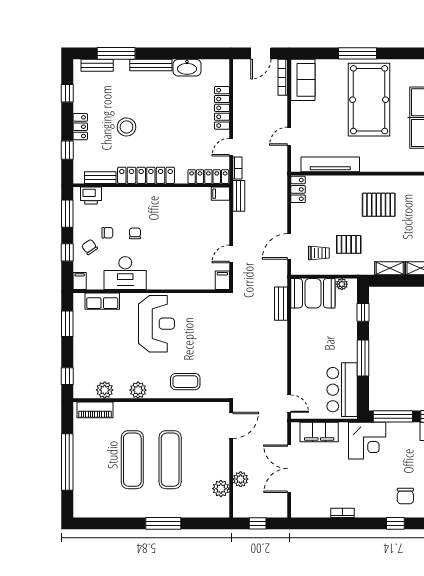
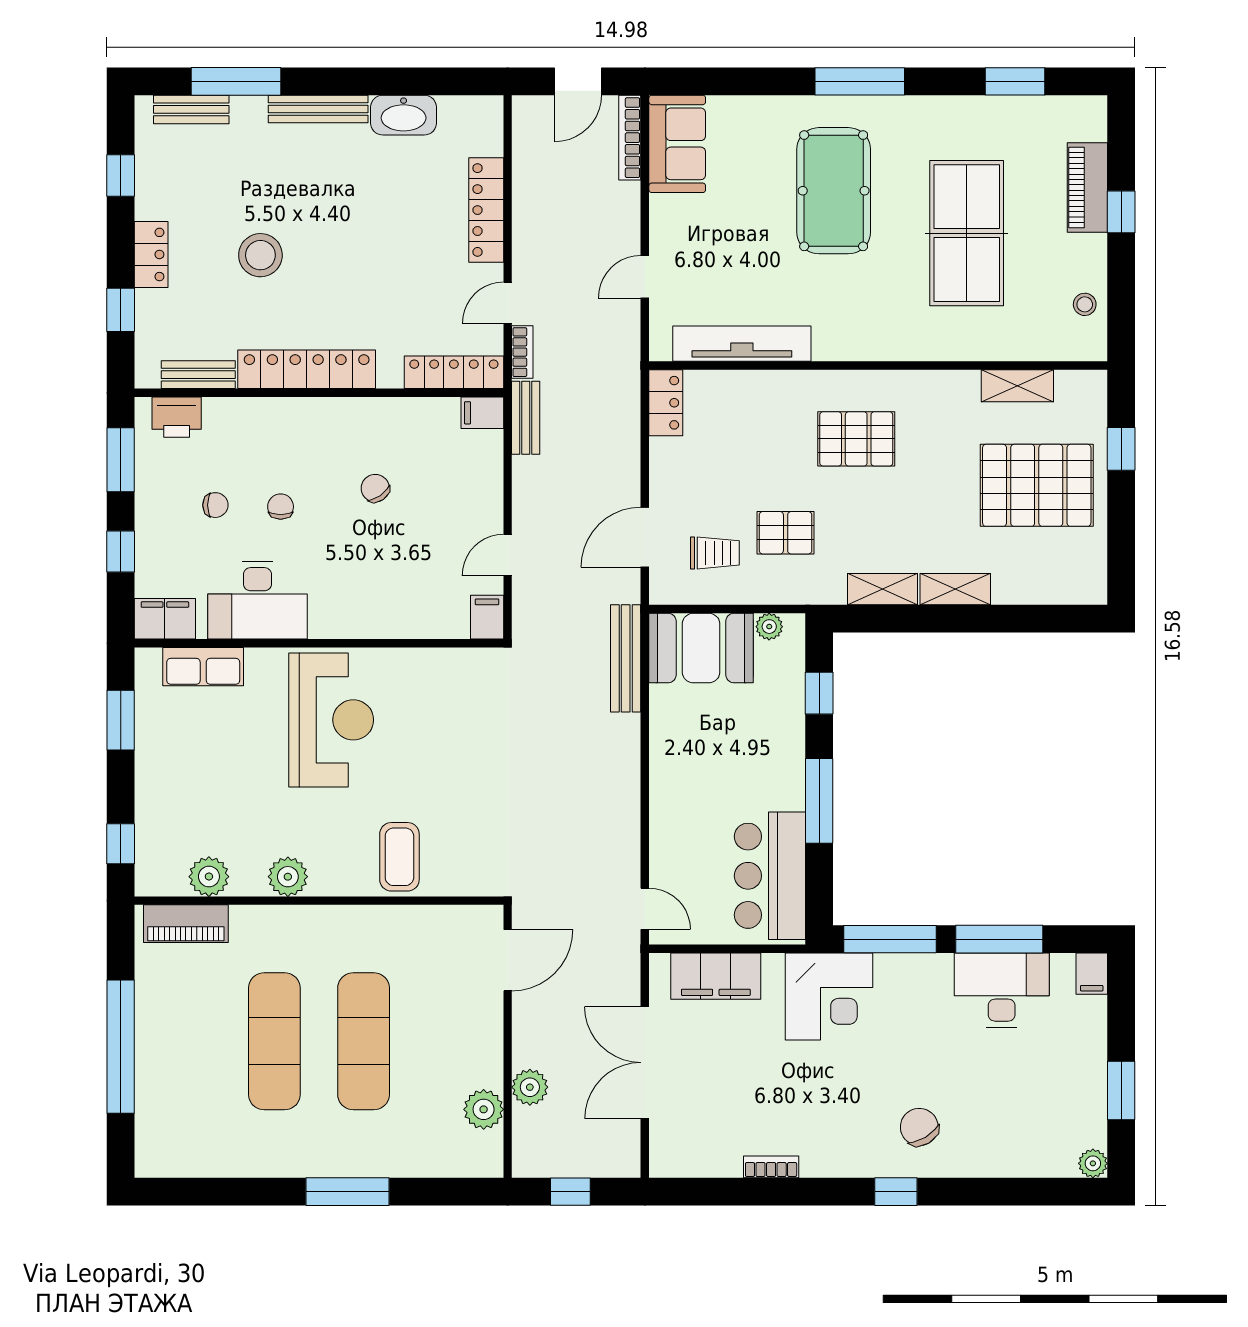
window: (357, 53) -> (860, 81), moved
pool table: (369, 100) -> (834, 191), width x0.73, depth x0.76
chair: (90, 247) -> (375, 488), moved
filing cabinet: (80, 281) -> (165, 619), width x2.00
bench: (281, 304) -> (626, 658), width x1.36
coffee table: (185, 382) -> (399, 857), turned 90
chair: (405, 496) -> (919, 1127), turned 149

